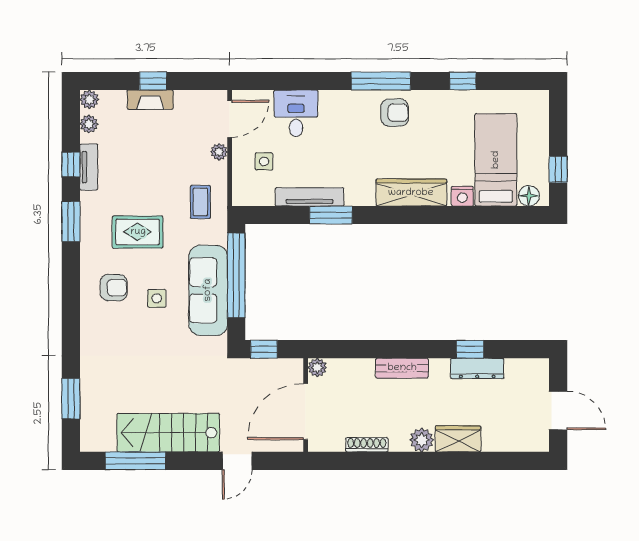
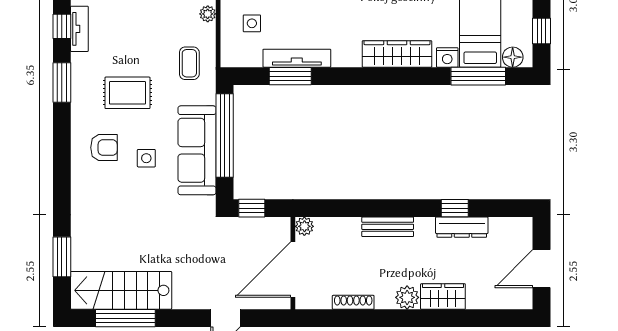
window: (331, 215) -> (290, 76), moved
window: (494, 215) -> (478, 76), added
door: (558, 411) -> (542, 269), swing flipped
stairs: (168, 433) -> (121, 290), moved

